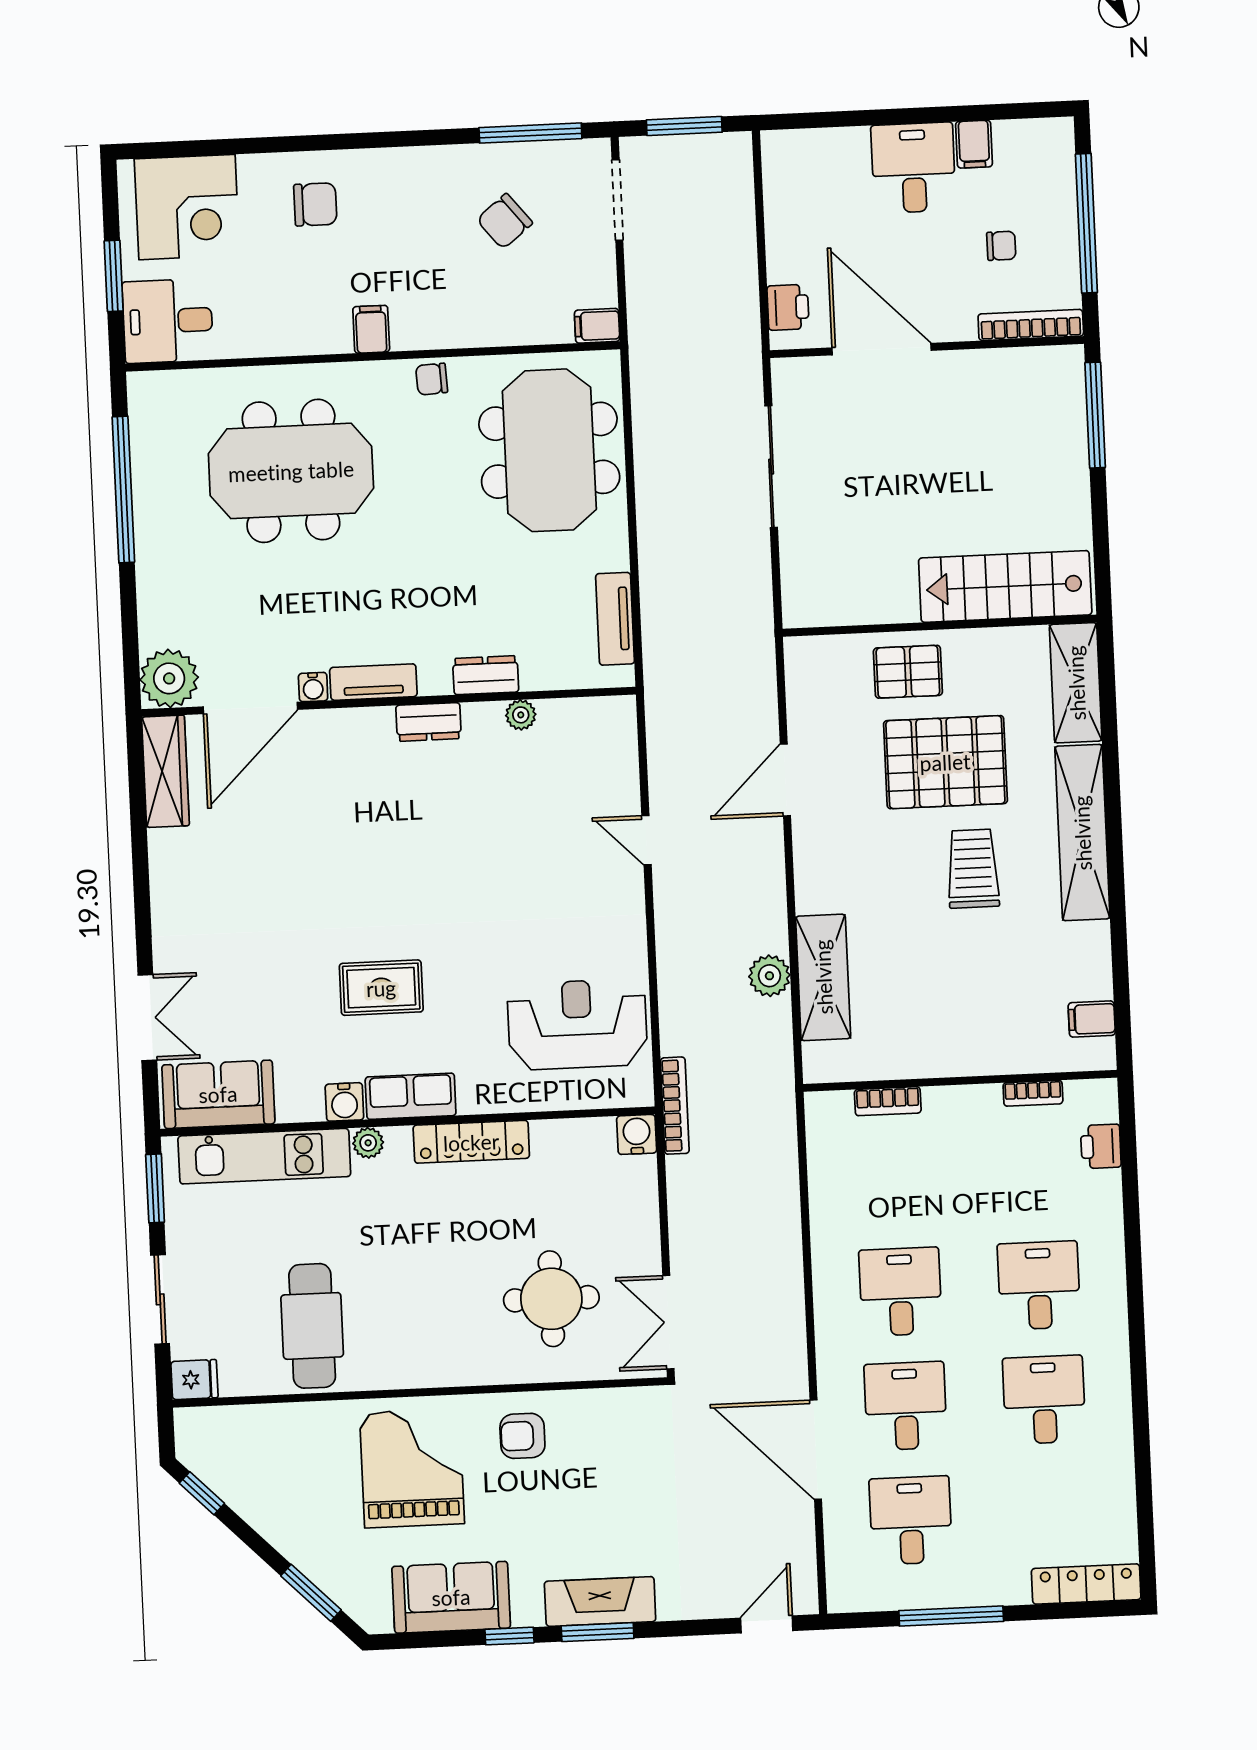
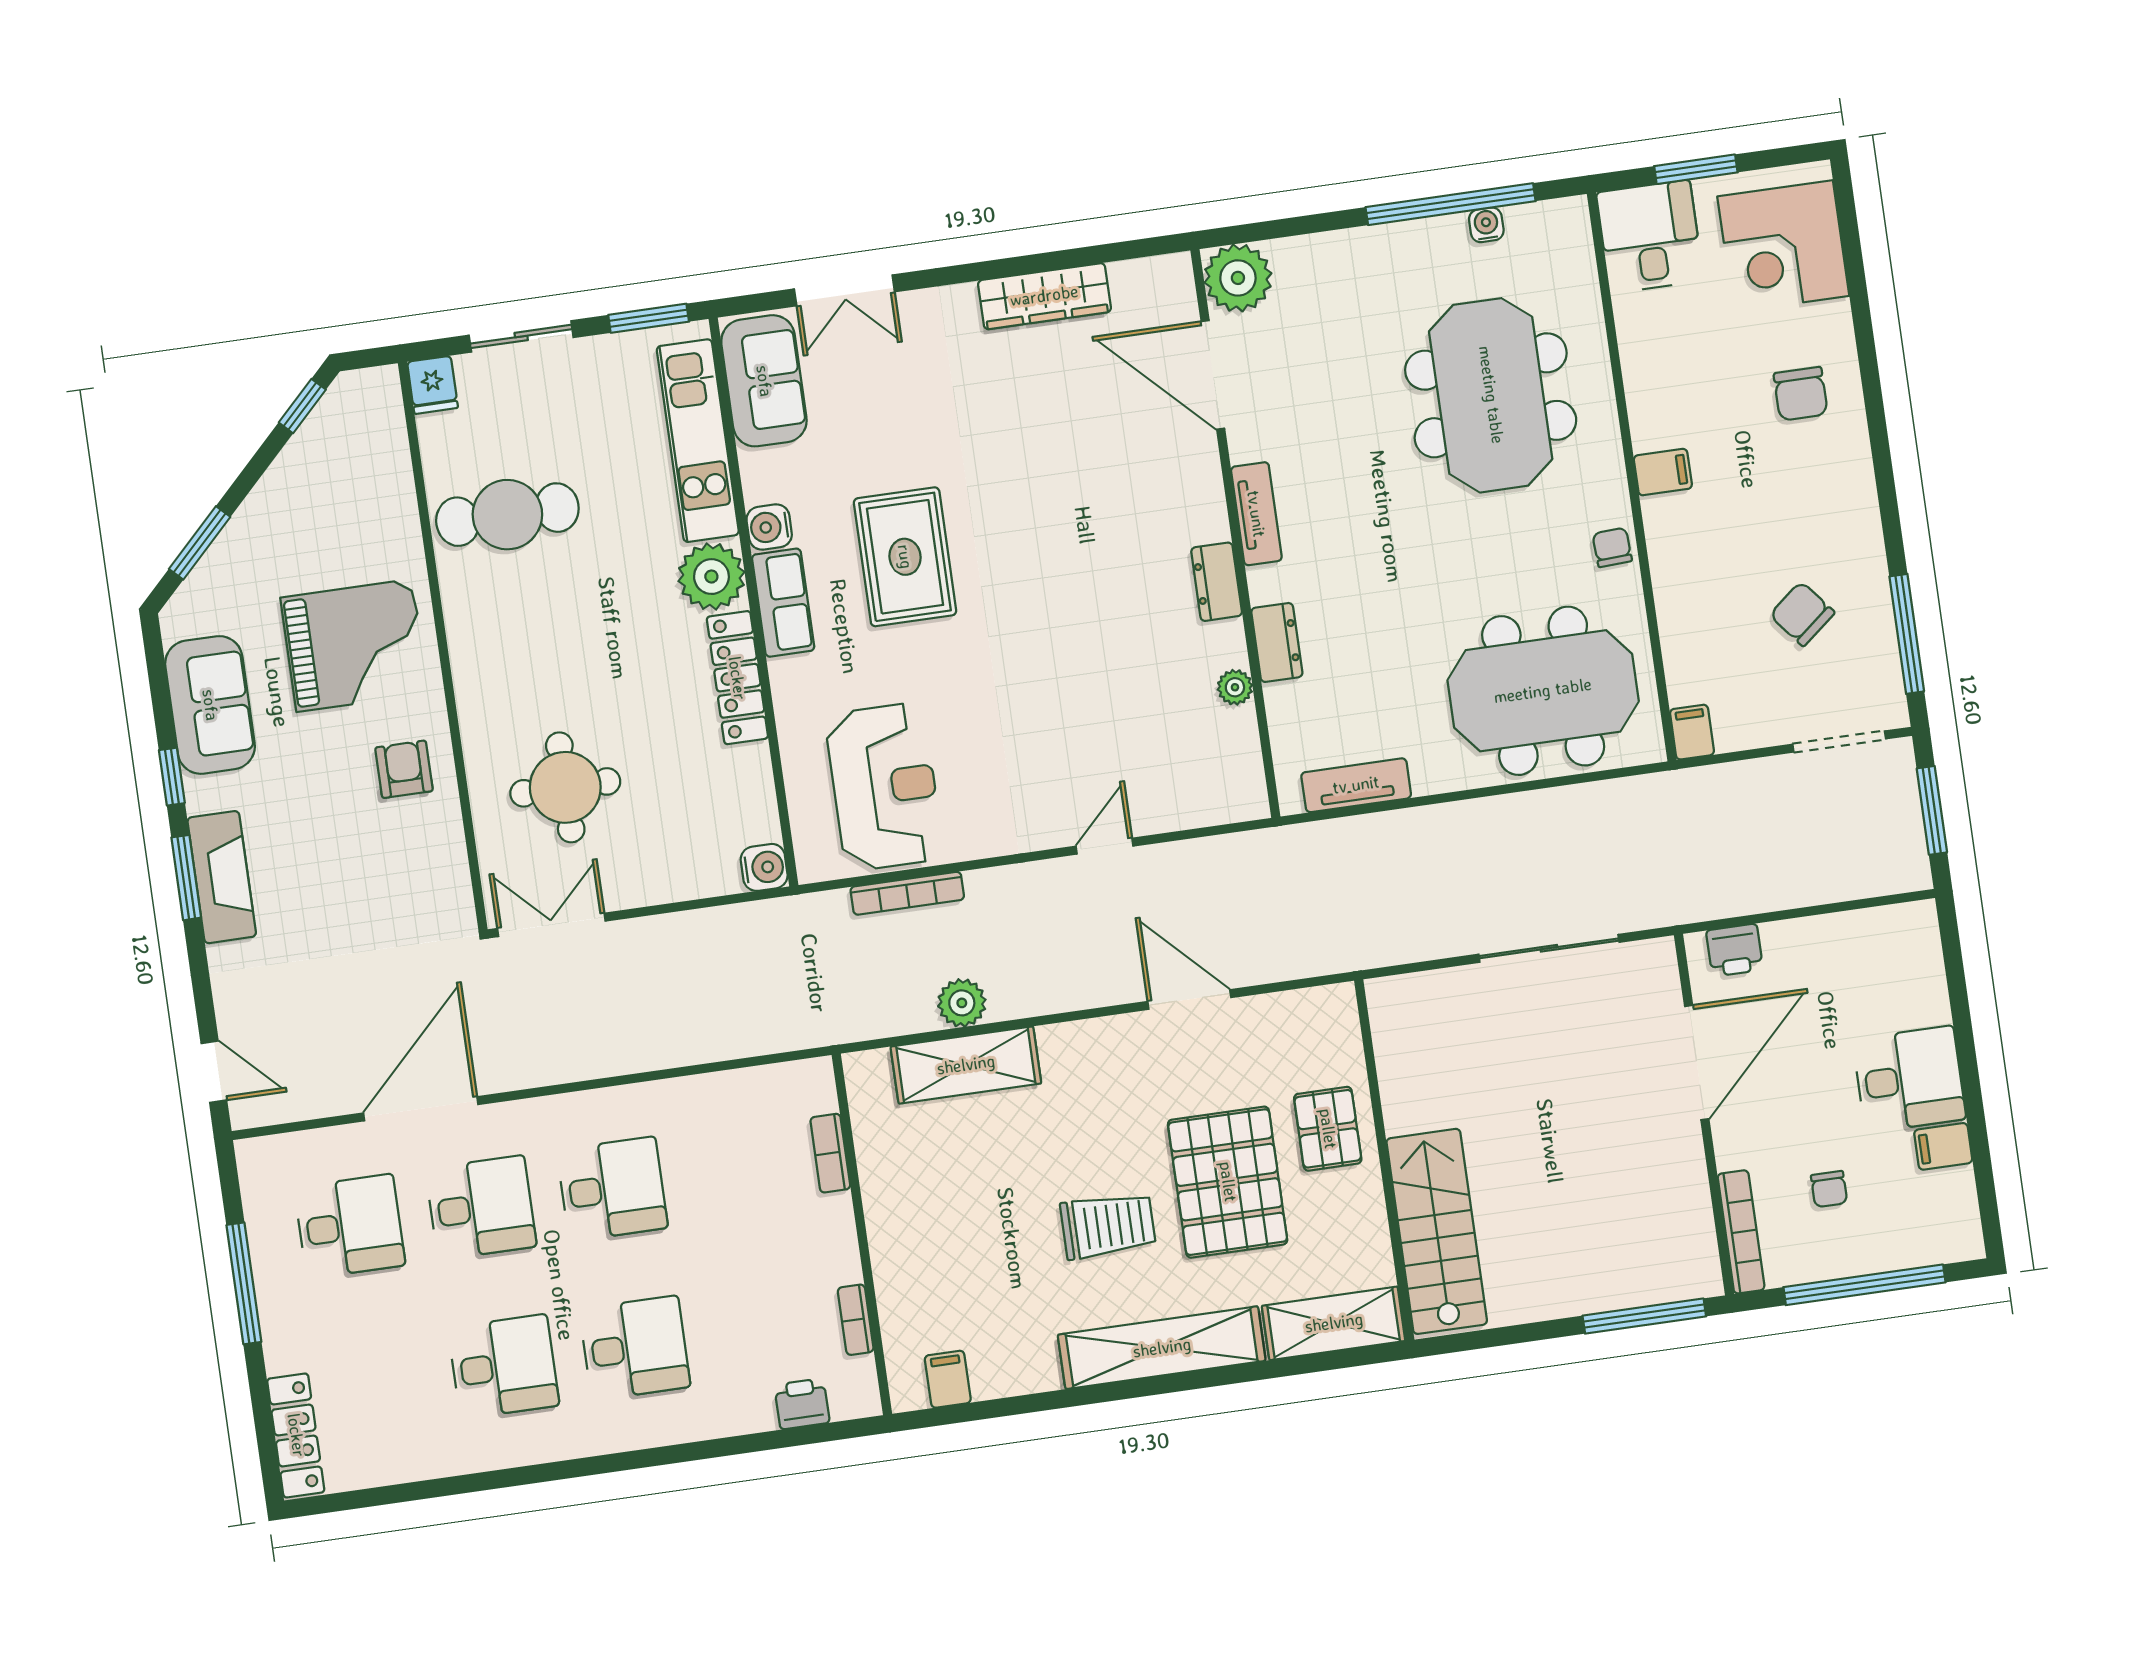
water cooler: (313, 687) -> (1486, 225), moved, turned 90
wardrobe: (165, 771) -> (1044, 296), moved
rug: (381, 988) -> (905, 557), width x1.36, depth x1.43
bookcase: (675, 1106) -> (907, 893), moved
plant: (368, 1143) -> (711, 577), width x1.87, depth x1.87

